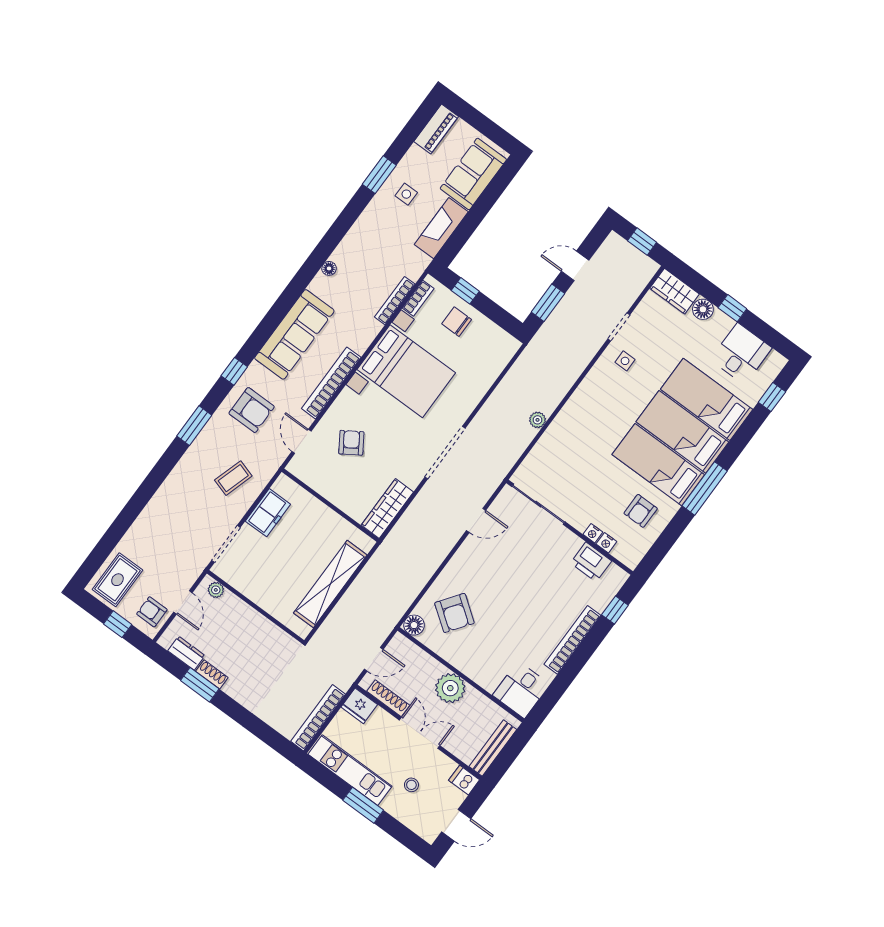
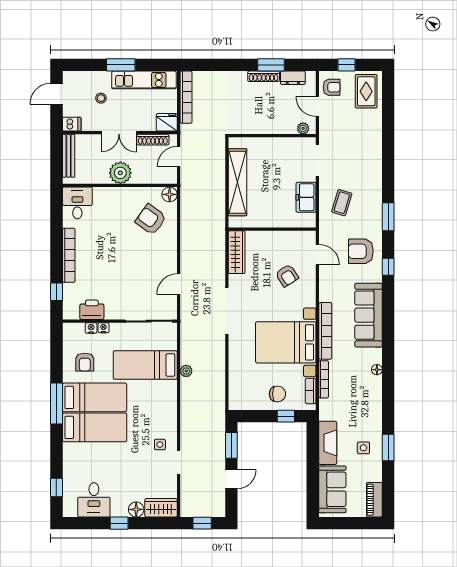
bookcase: (331, 383) -> (325, 331), moved
bed: (707, 399) -> (145, 365), moved, turned 180
armchair: (641, 511) -> (85, 362), turned 180
shoe rack: (212, 674) -> (264, 76), width x1.43

